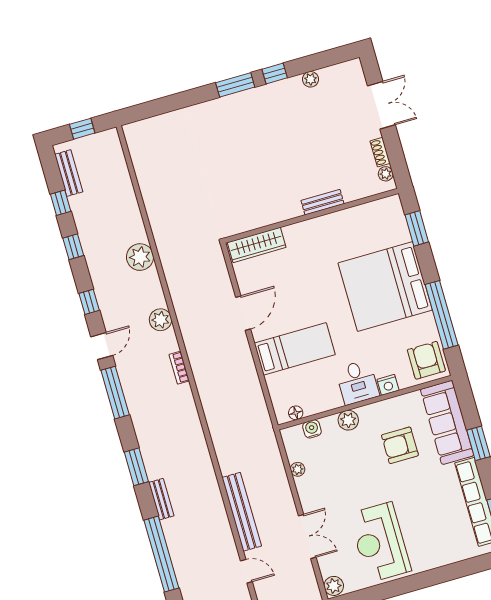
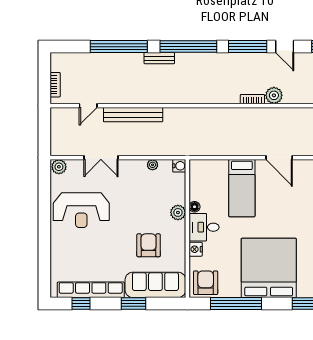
plant: (160, 320) -> (274, 95), moved
armchair: (426, 360) -> (206, 283), turned -90
floor lamp: (296, 413) -> (195, 207), moved
water cooler: (312, 429) -> (179, 166), moved
window: (136, 467) -> (188, 47), width x2.11
reception desk: (380, 542) -> (81, 210), turned 180

